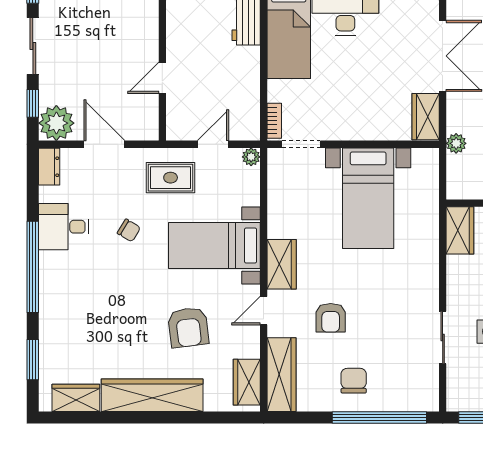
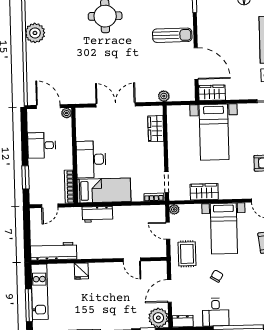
wardrobe: (426, 117) -> (156, 129), moved, turned 90
bed with nightstands: (368, 198) -> (214, 132), moved, turned 90
wardrobe: (282, 264) -> (204, 192), moved

